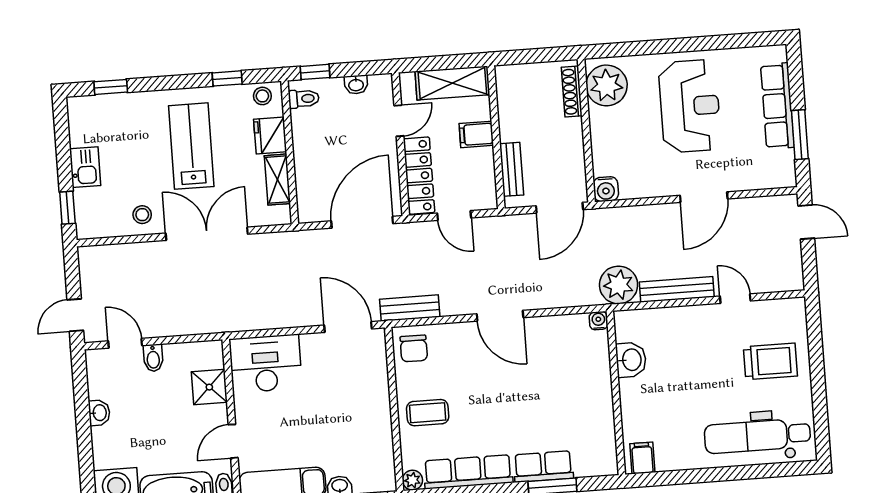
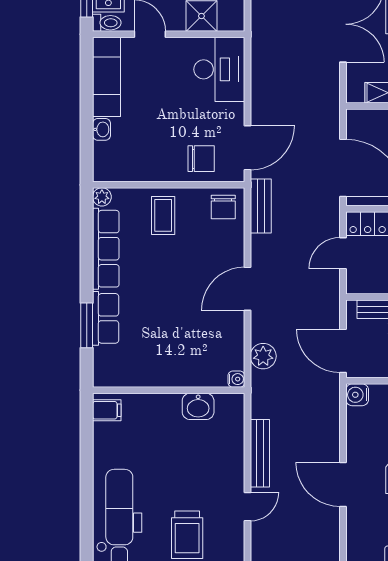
plant: (619, 285) -> (263, 356), moved, width x0.73, depth x0.73
chair: (414, 348) -> (223, 207), turned -90
chair: (363, 376) -> (201, 159), added

